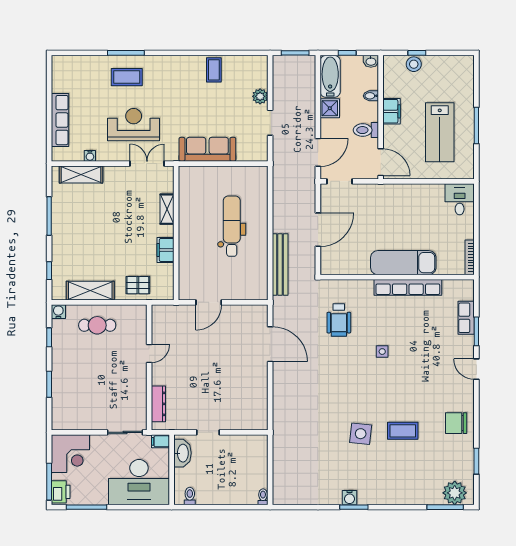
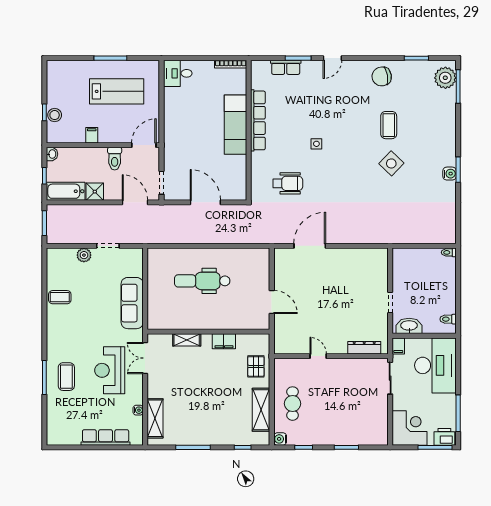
bidet: (371, 96) -> (83, 154), removed
filing cabinet: (392, 111) -> (92, 135), width x0.50
bench: (280, 265) -> (237, 237), removed
chair: (456, 423) -> (382, 76), turned 80
side table: (361, 434) -> (391, 163), turned 38

